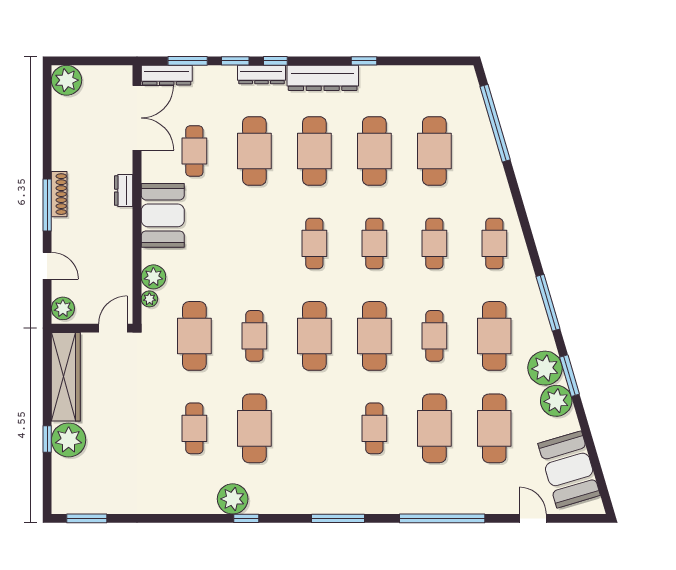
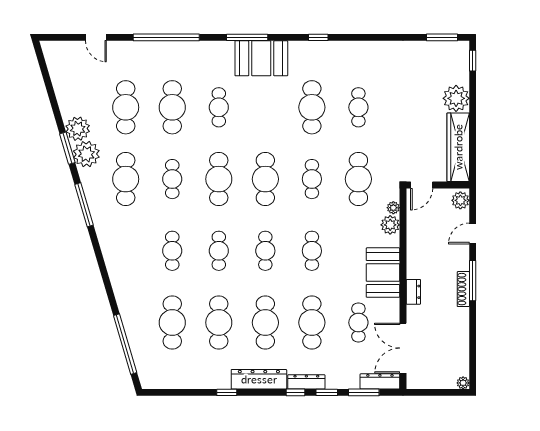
plant: (67, 80) -> (463, 383), width x0.53, depth x0.53
cafe table: (494, 243) -> (312, 251), moved
door: (47, 266) -> (473, 234), hinge flipped
window: (47, 439) -> (473, 61), moved
booth: (569, 469) -> (261, 58), moved, turned -74
plant: (233, 499) -> (329, 53), removed

